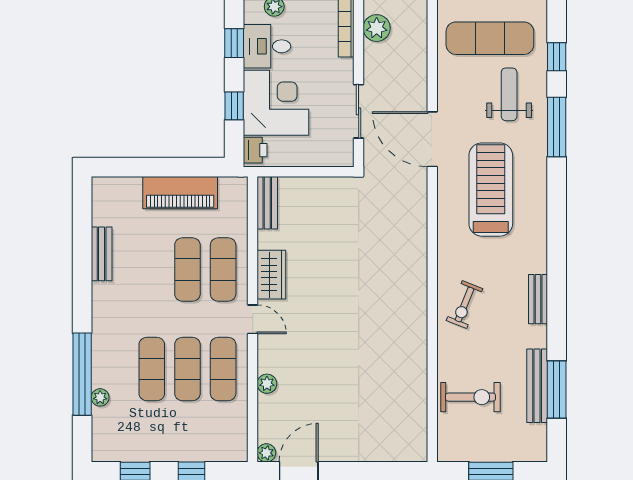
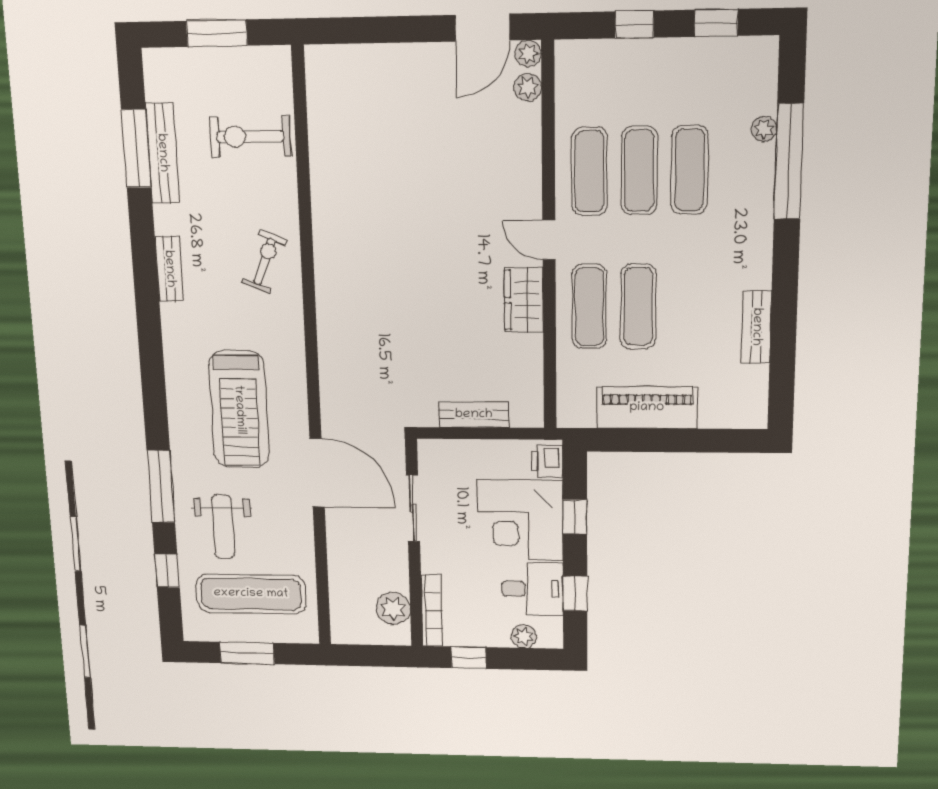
bench: (267, 203) -> (474, 415), moved, turned 90
plant: (267, 384) -> (528, 87), moved

